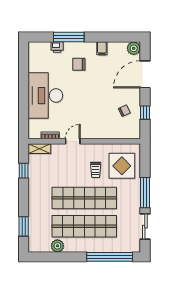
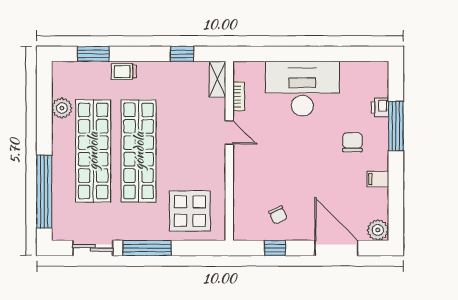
trolley: (96, 170) -> (124, 71), moved

